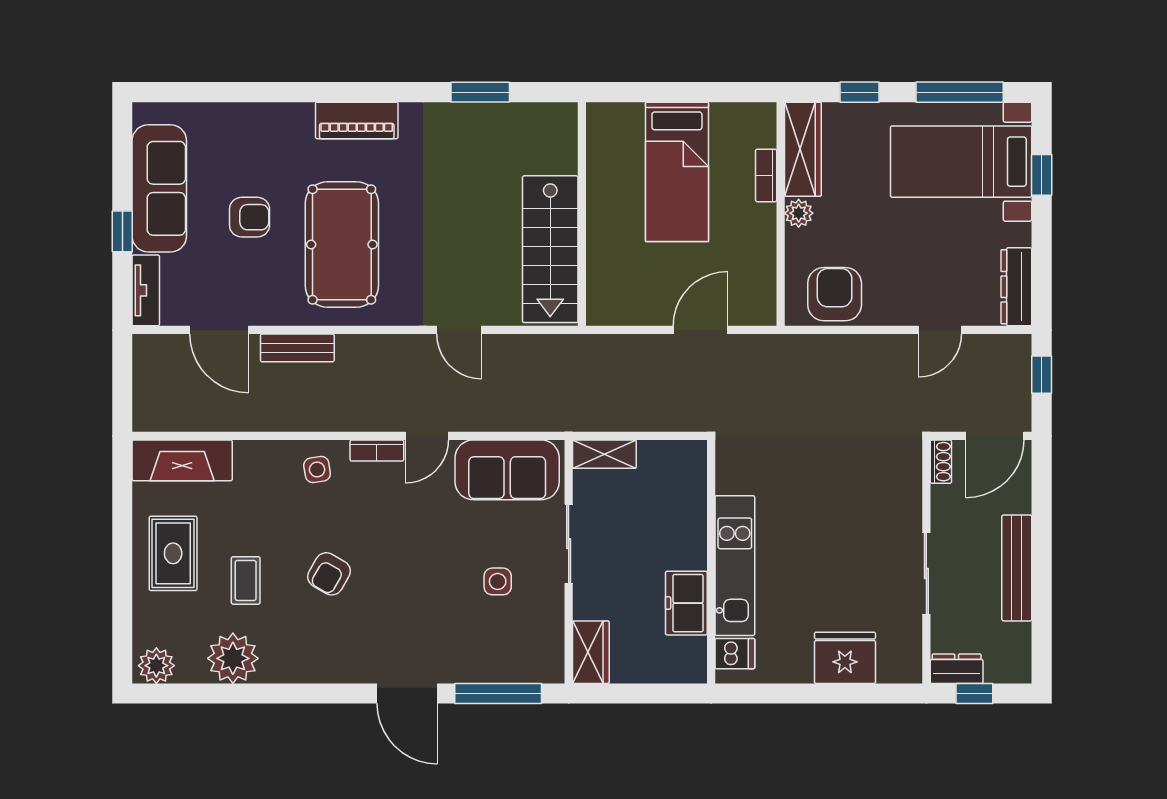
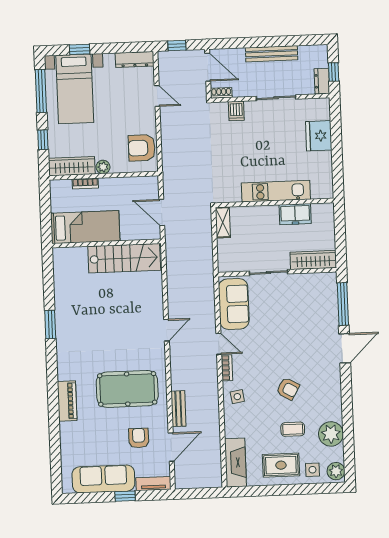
piano: (357, 120) -> (67, 401), moved
wall: (582, 214) -> (106, 244), moved
armchair: (250, 217) -> (139, 438), moved
stairs: (550, 249) -> (124, 258), moved
shelving: (604, 454) -> (223, 222), moved
side table: (498, 581) -> (312, 470), moved
wardrobe: (591, 652) -> (313, 260), width x1.50
dishwasher: (735, 654) -> (236, 111), moved, turned 180

